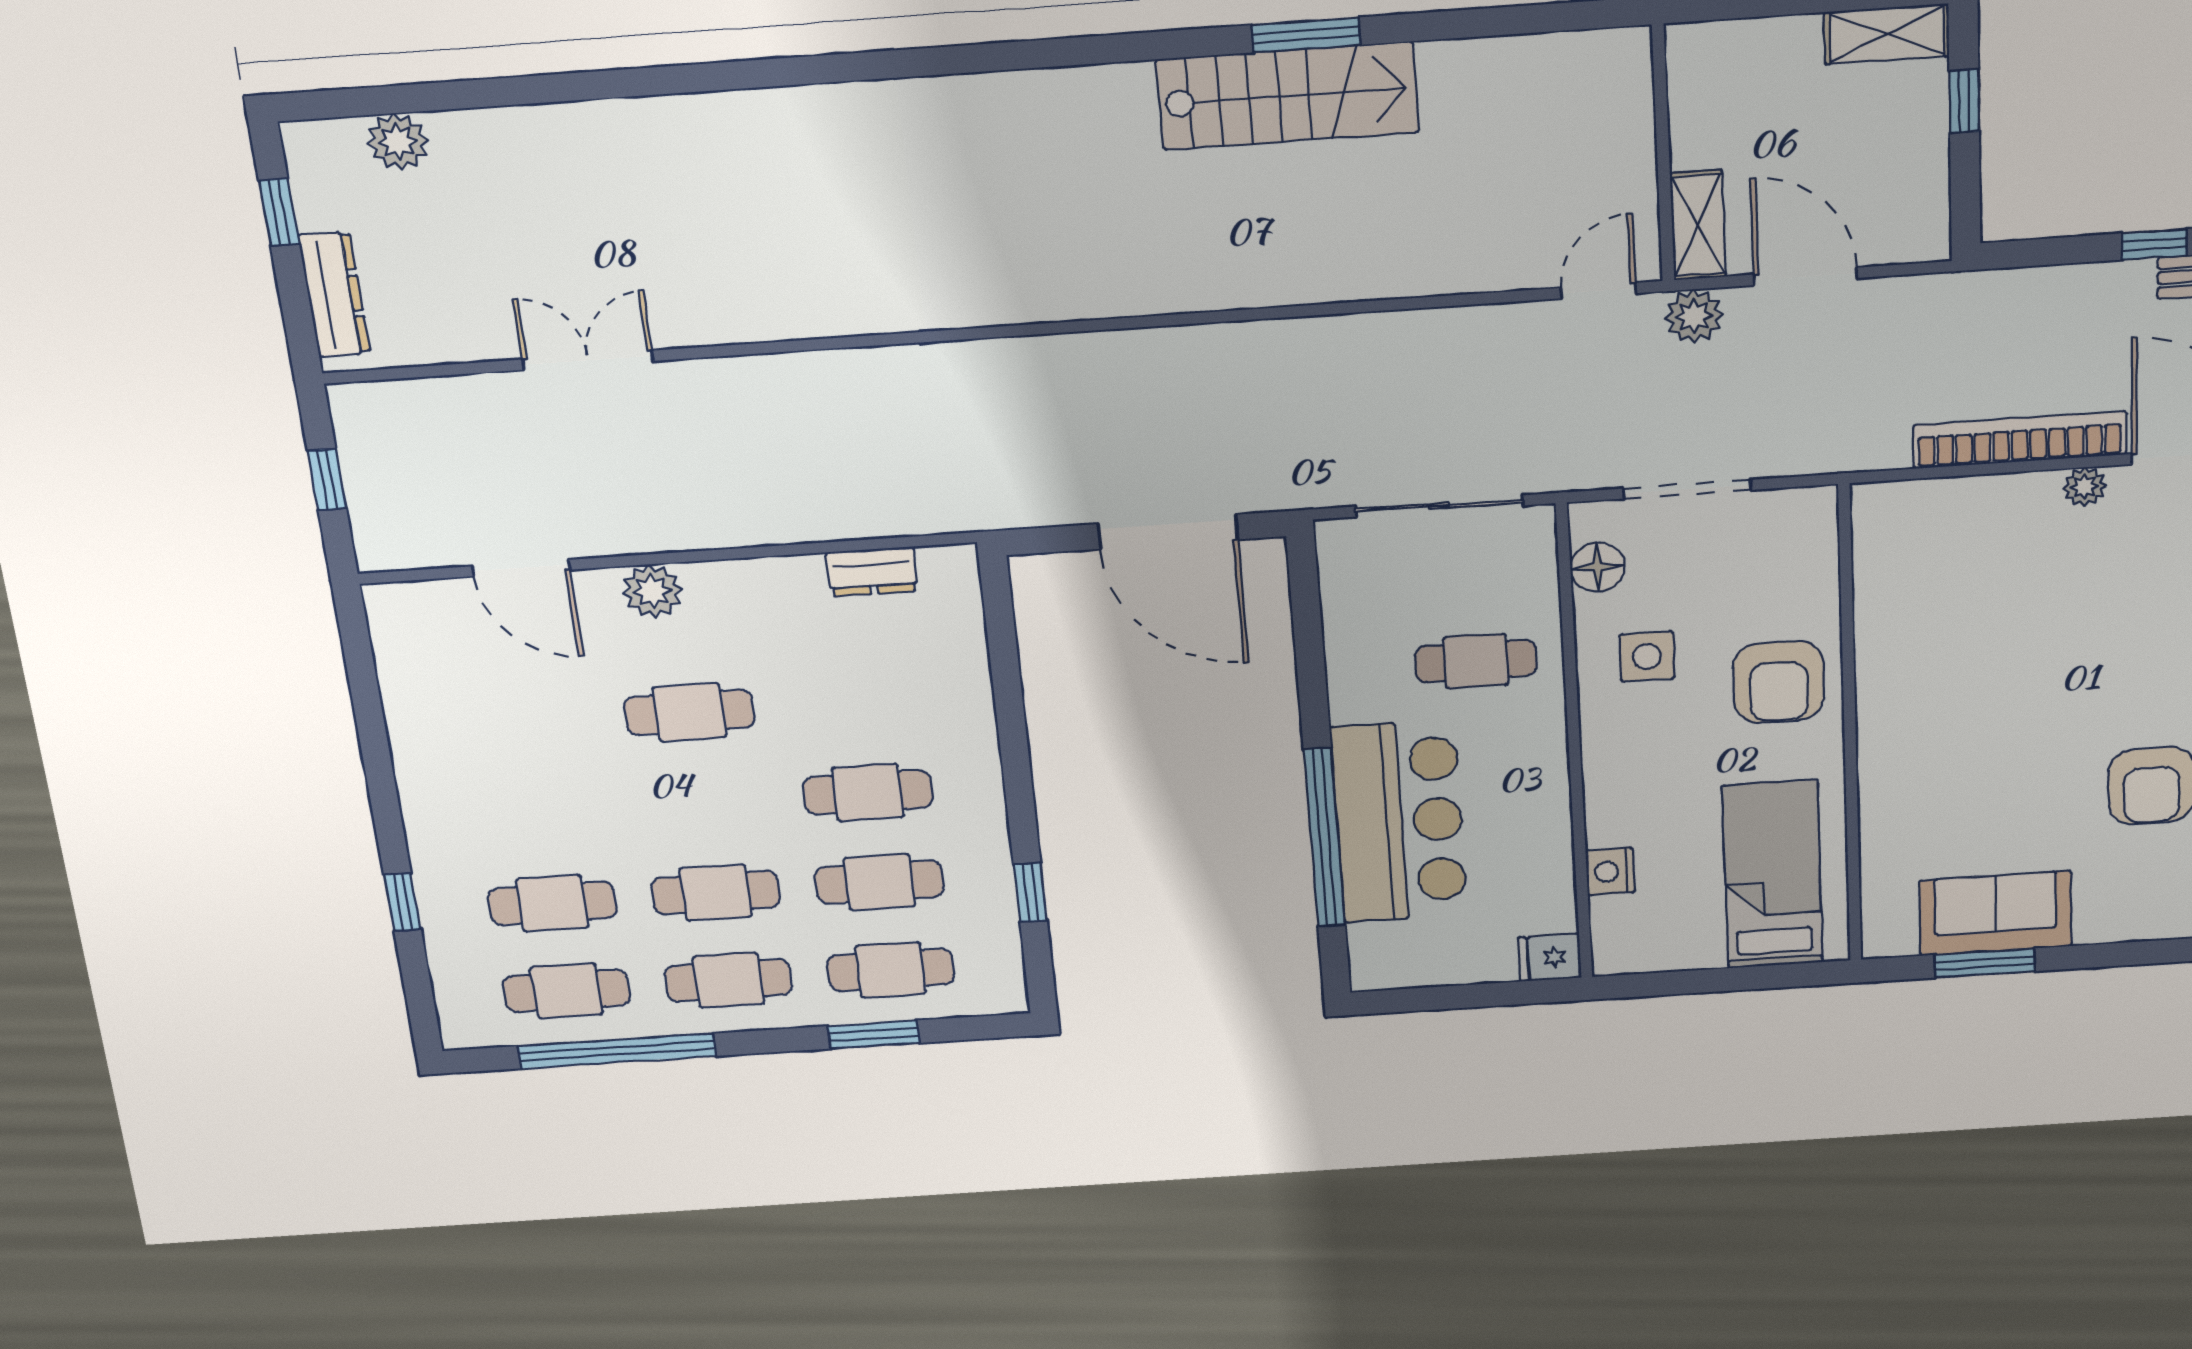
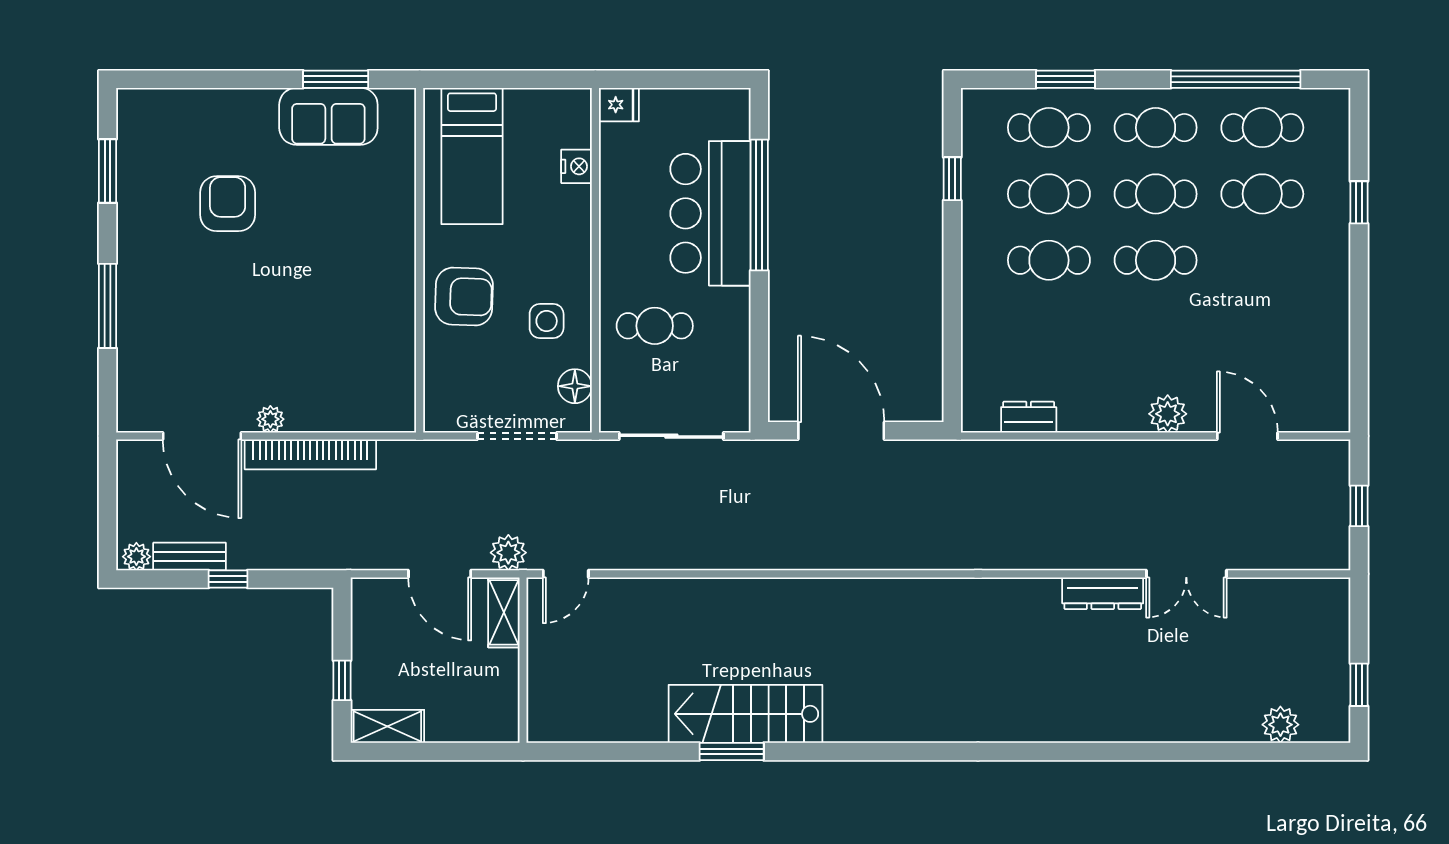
dresser: (334, 294) -> (1103, 593), moved, turned -90
armchair: (1778, 682) -> (464, 297), turned 92
cafe table: (689, 712) -> (1156, 260), moved

